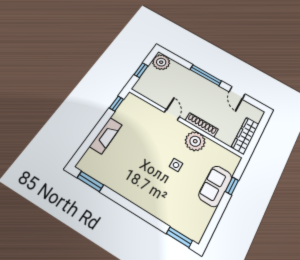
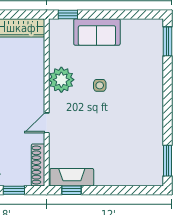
shoe rack: (202, 125) -> (38, 165), moved
fireplace: (106, 136) -> (72, 177), moved
window: (232, 186) -> (68, 15), moved

